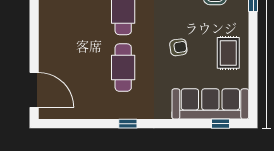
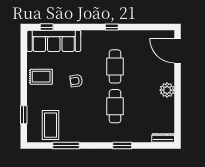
plant: (49, 34) -> (167, 90), added
rug: (228, 53) -> (41, 77), turned 90

